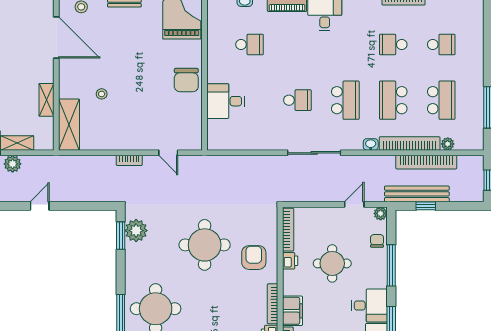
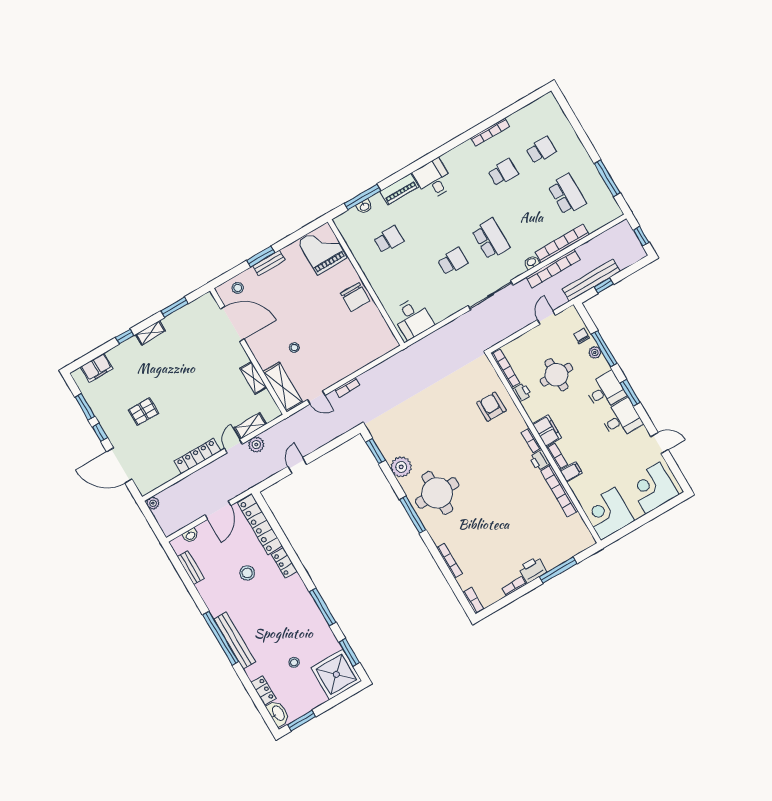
school desk: (393, 44) -> (503, 172), turned 180
school desk: (393, 100) -> (529, 217), removed
desk: (226, 101) -> (413, 318), moved, turned -90
plant: (448, 144) -> (592, 226), removed
door: (168, 153) -> (316, 398), moved
bookcase: (426, 162) -> (553, 269), moved
plant: (381, 213) -> (595, 352), moved
plant: (136, 231) -> (401, 467), moved
round table: (205, 245) -> (446, 419), removed
bookcase: (273, 304) -> (531, 440), width x0.64

